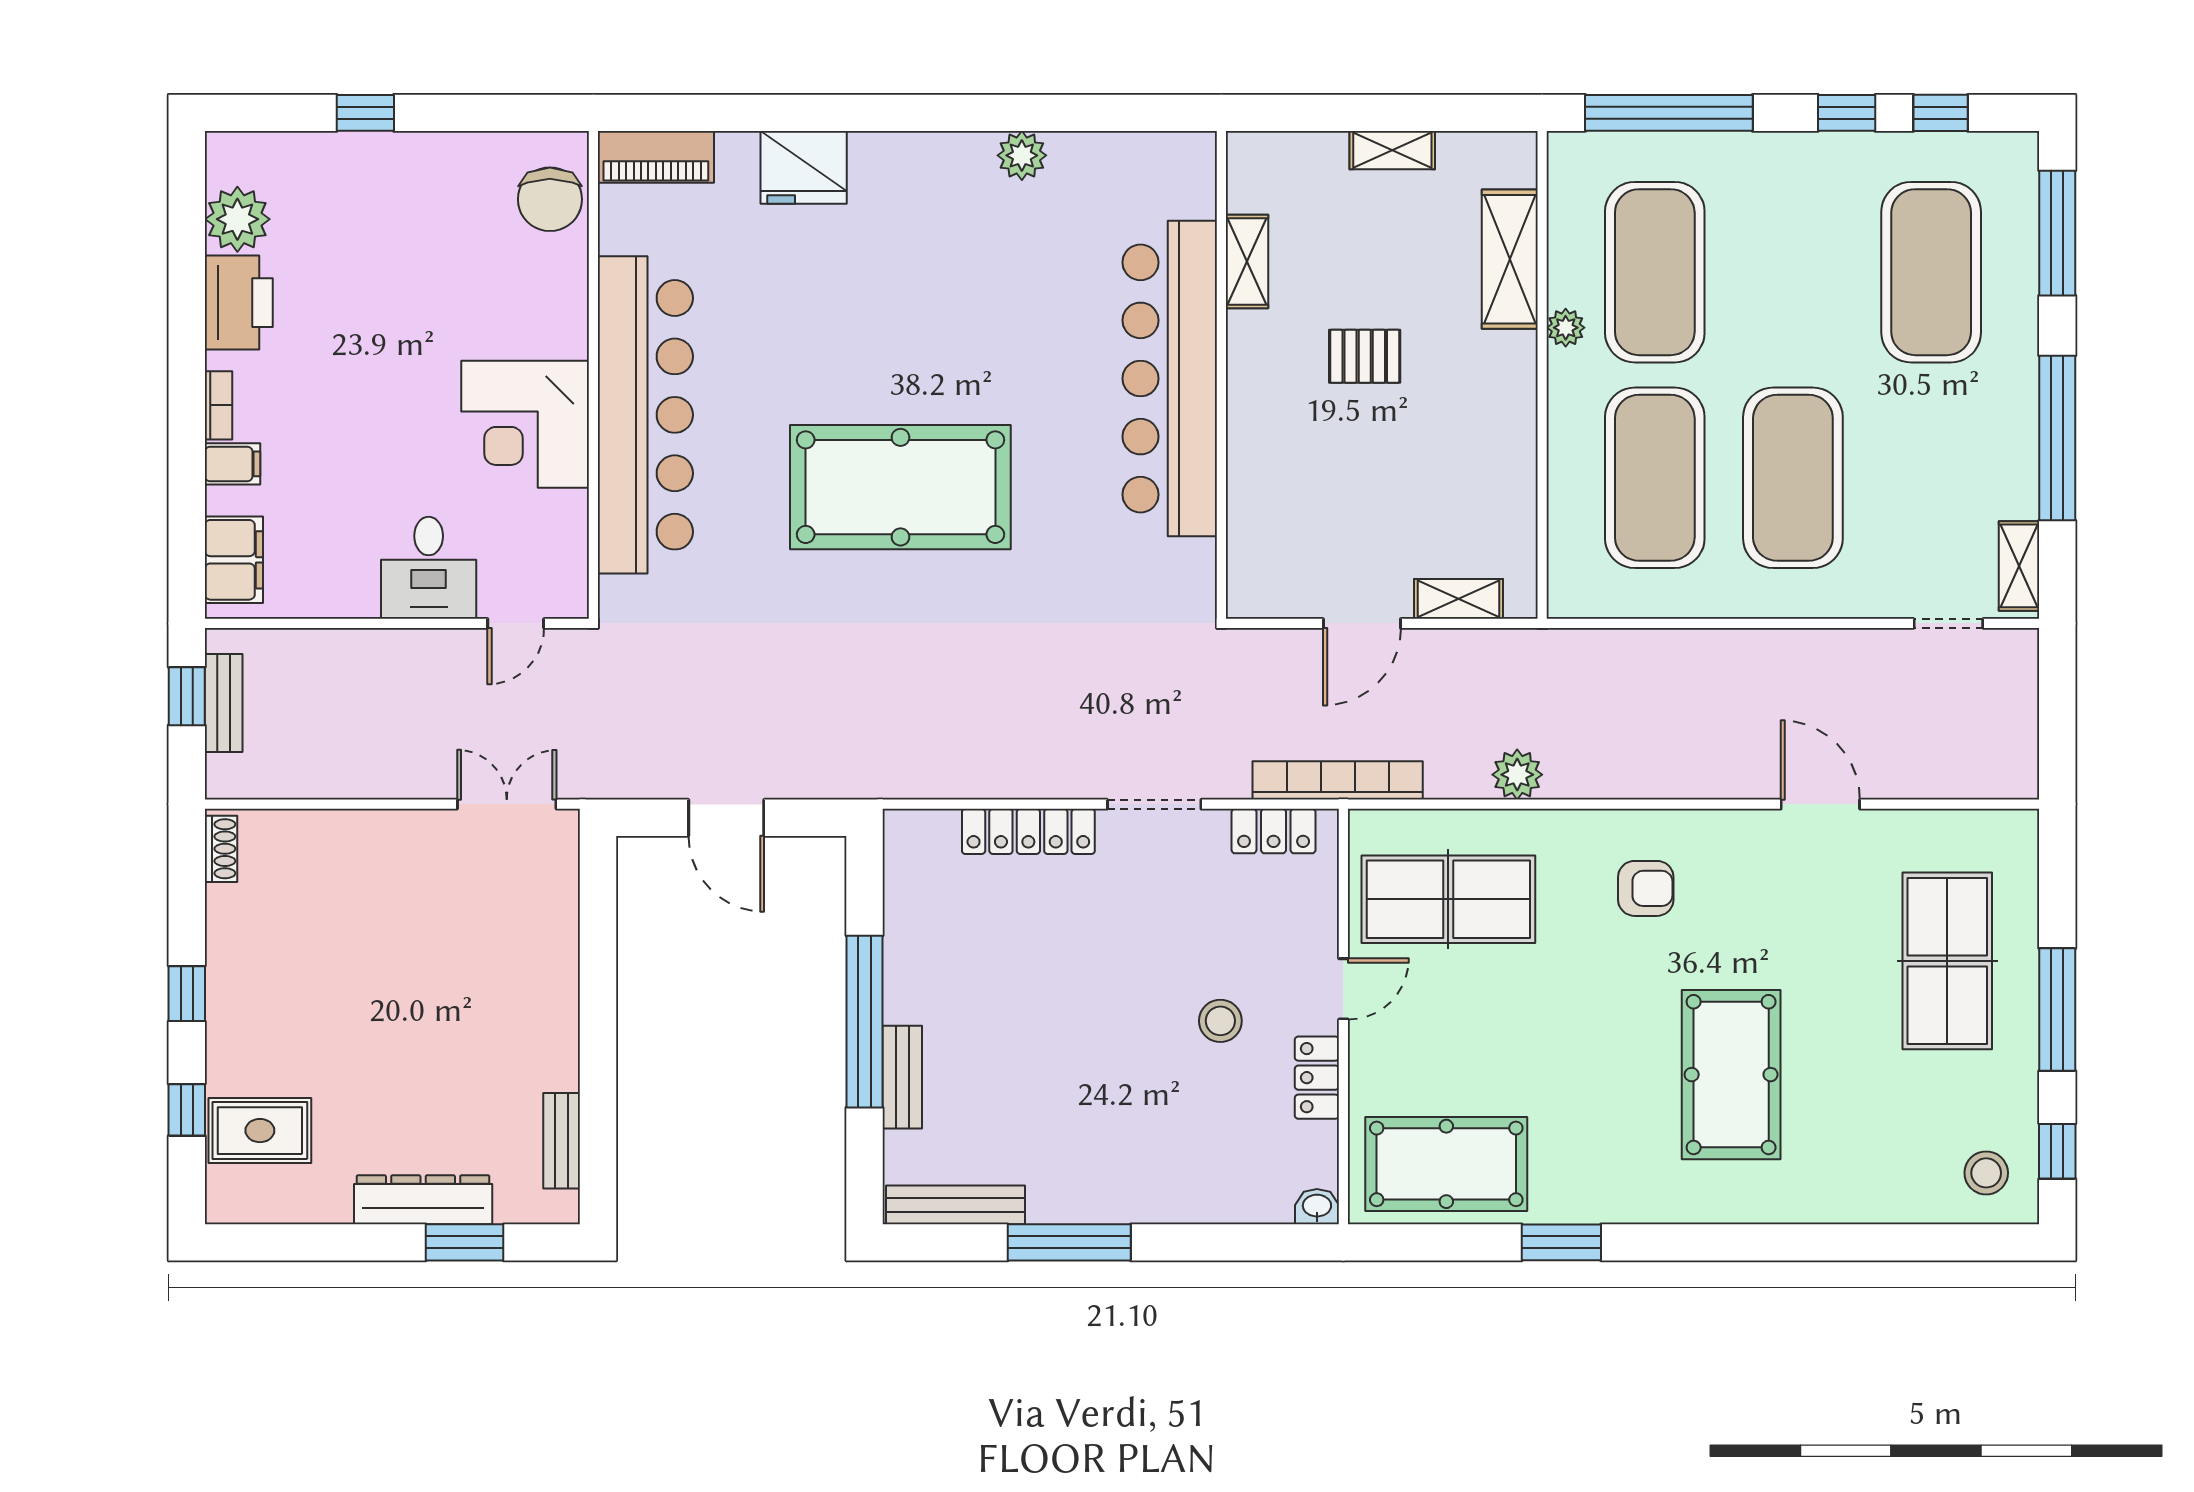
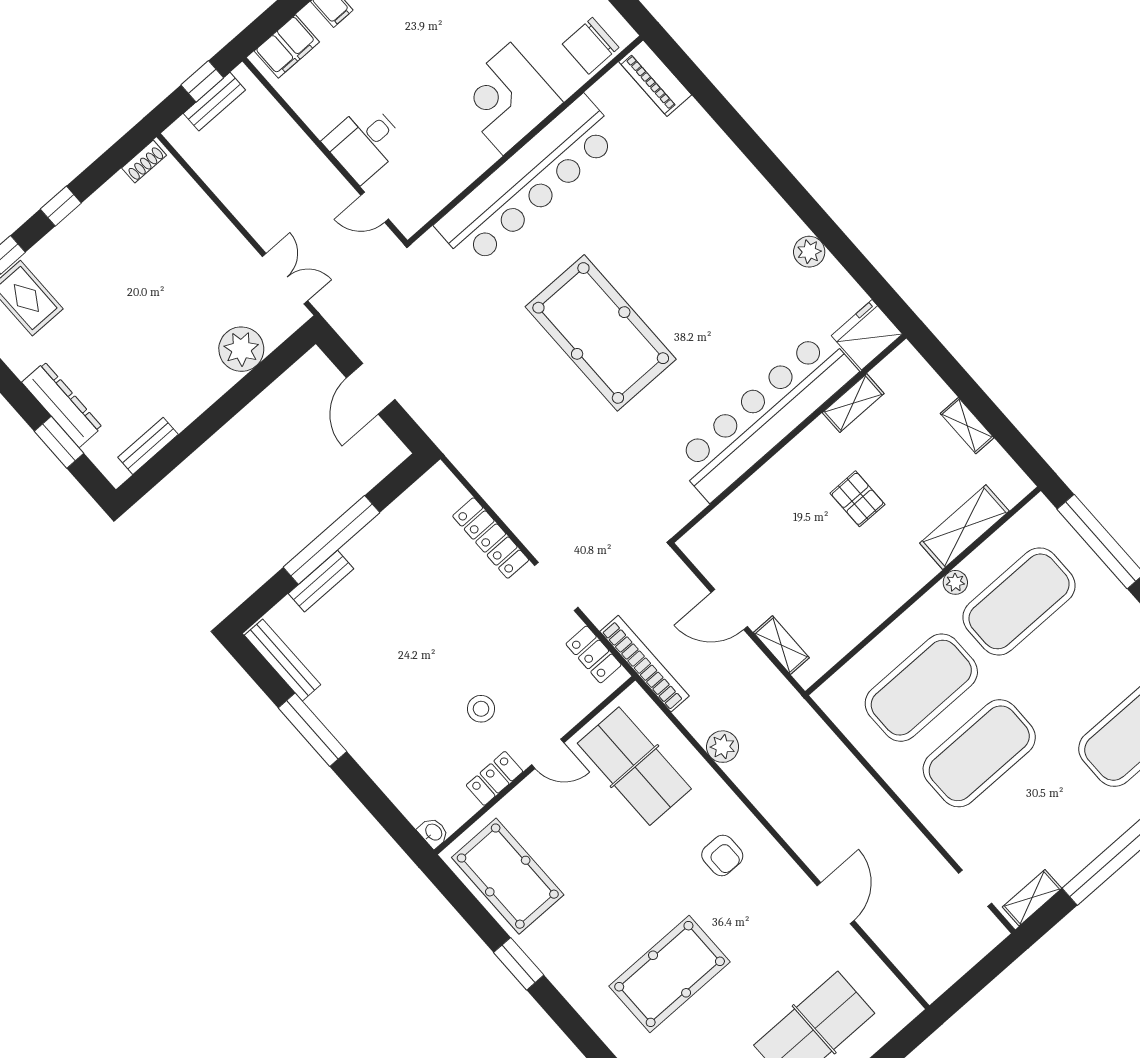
fridge: (804, 167) -> (867, 335), moved, turned 90
corner desk: (525, 424) -> (507, 99), moved
plant: (545, 929) -> (241, 349), added

